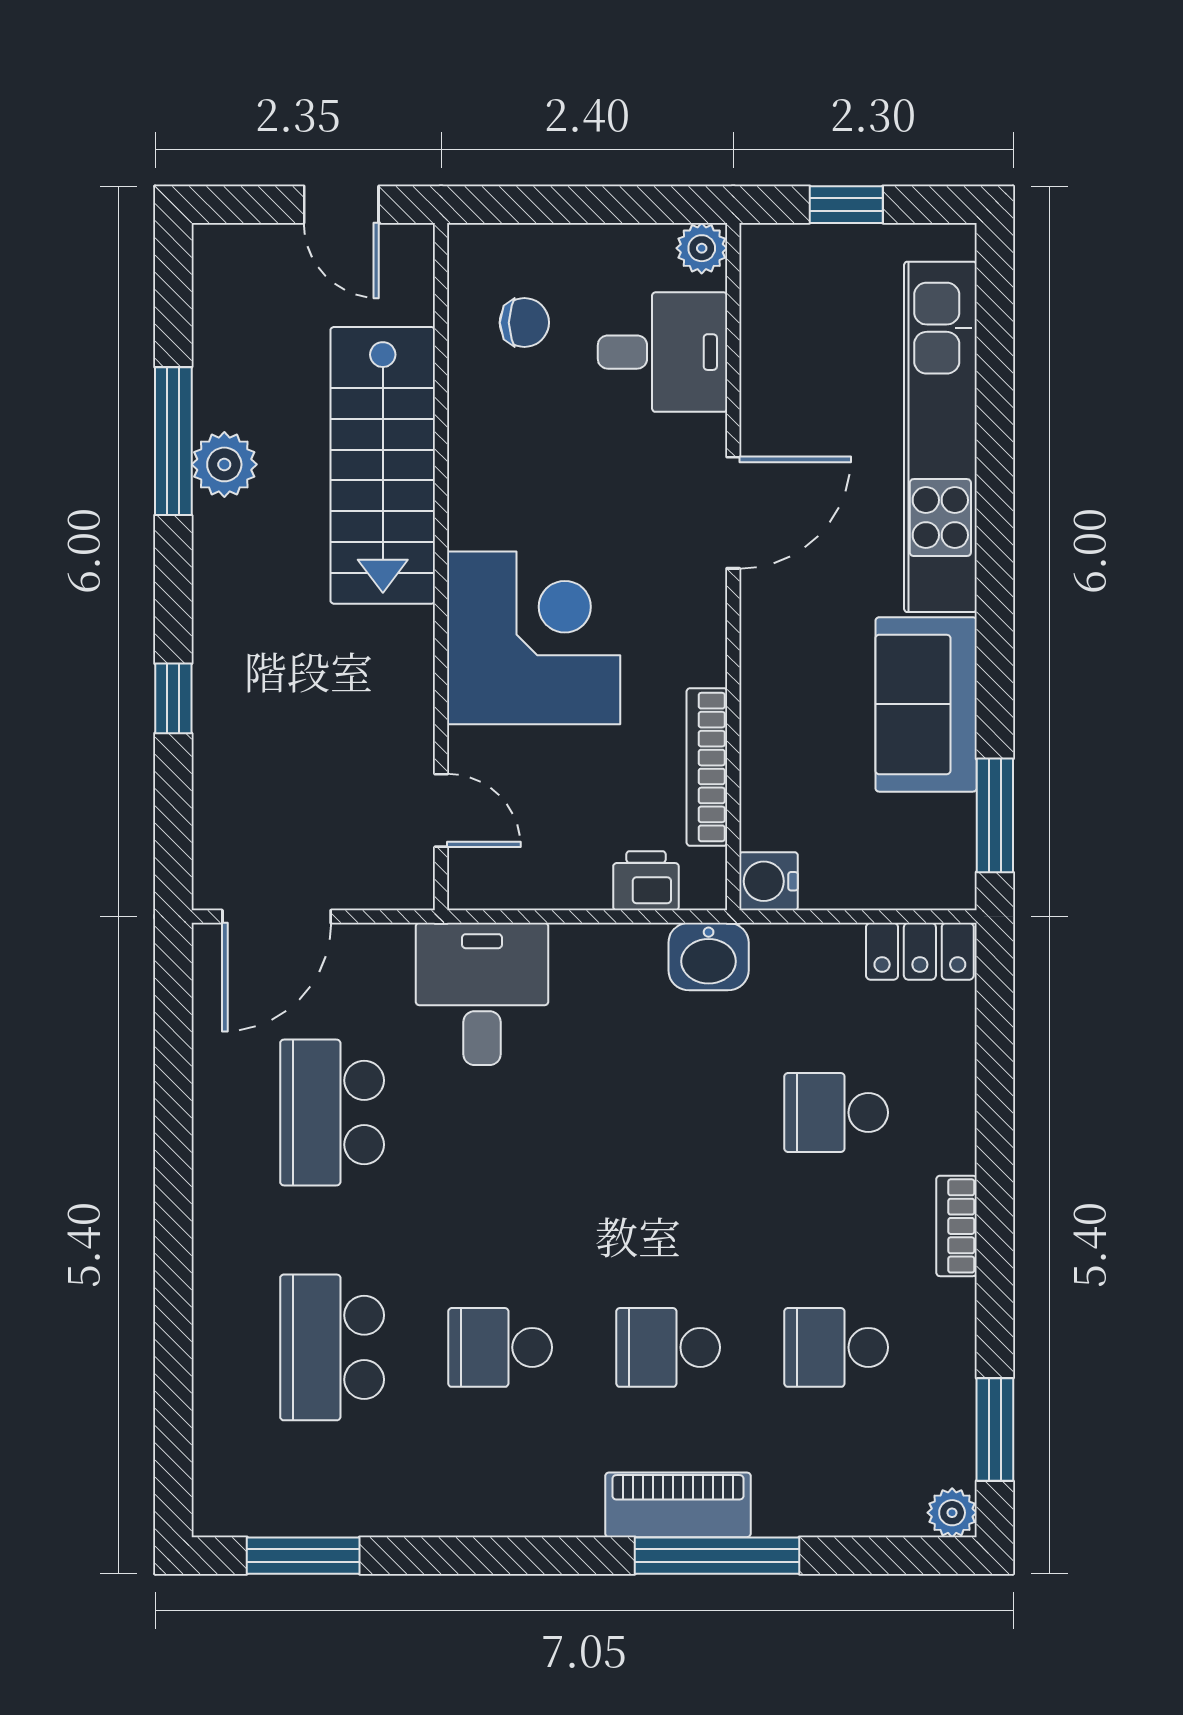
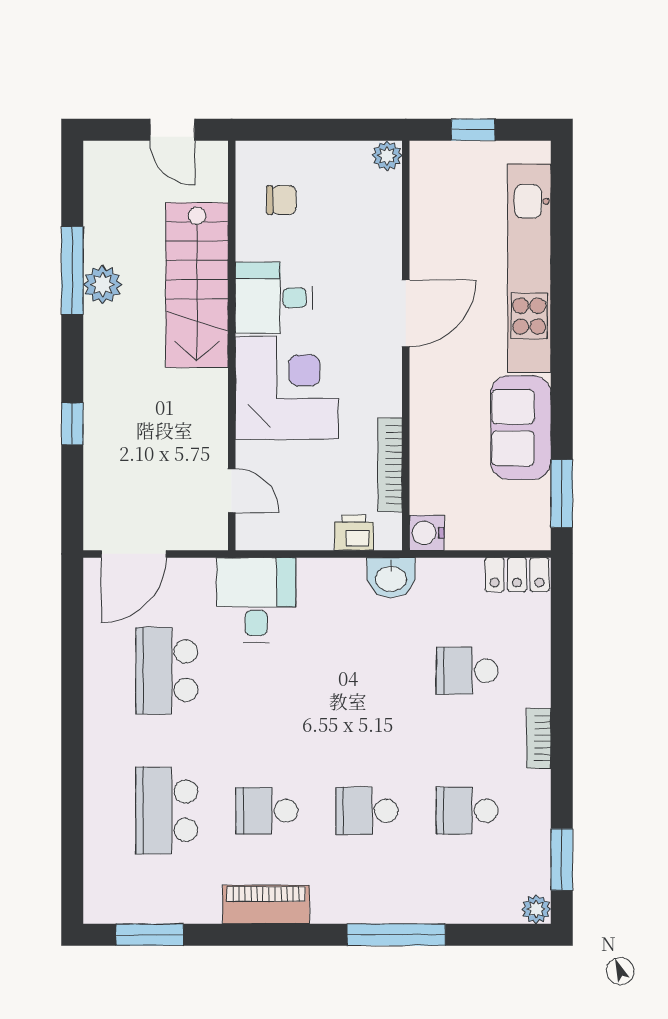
desk: (662, 352) -> (274, 298), moved, turned 180
piano: (678, 1505) -> (266, 904), moved

